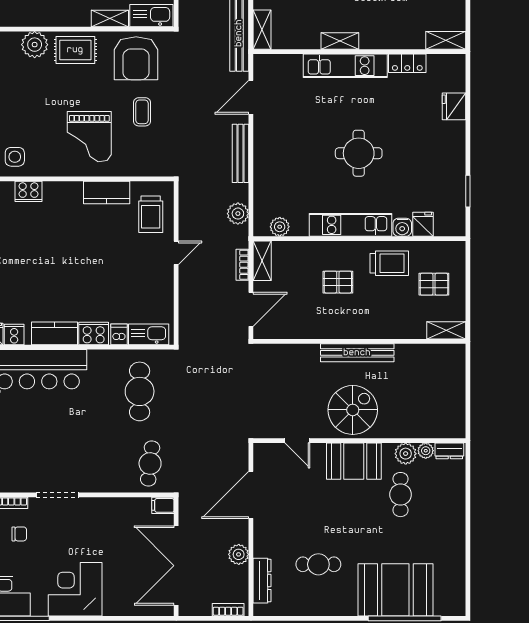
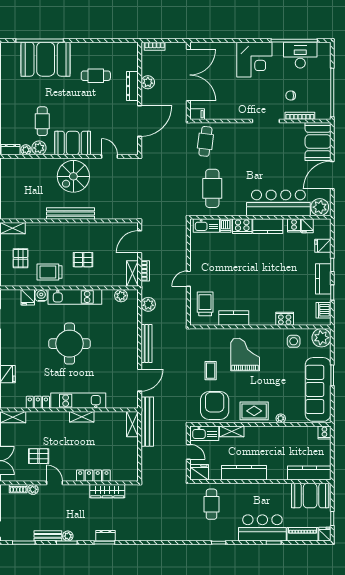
plant: (35, 45) -> (281, 418), width x0.53, depth x0.53
round table: (359, 153) -> (70, 344), width x1.36, depth x1.36
pallet: (434, 284) -> (20, 258), turned 90
dresser: (262, 581) -> (132, 86), moved

